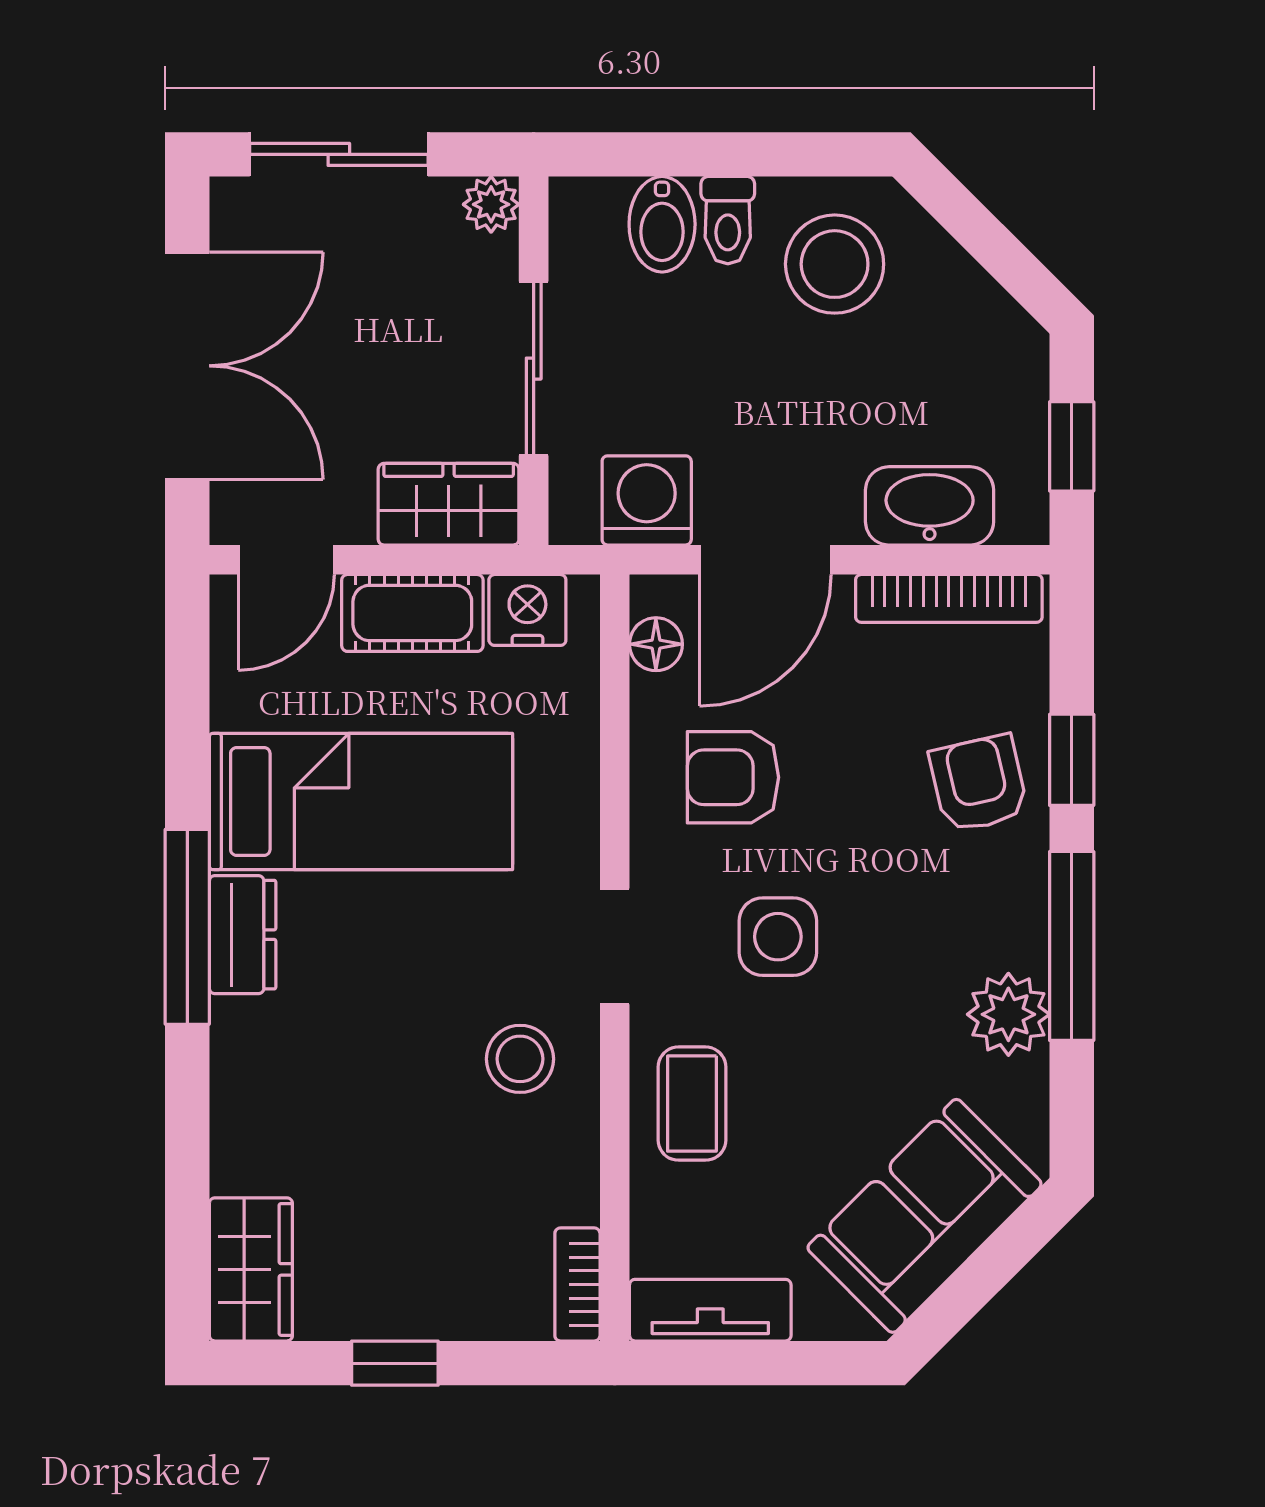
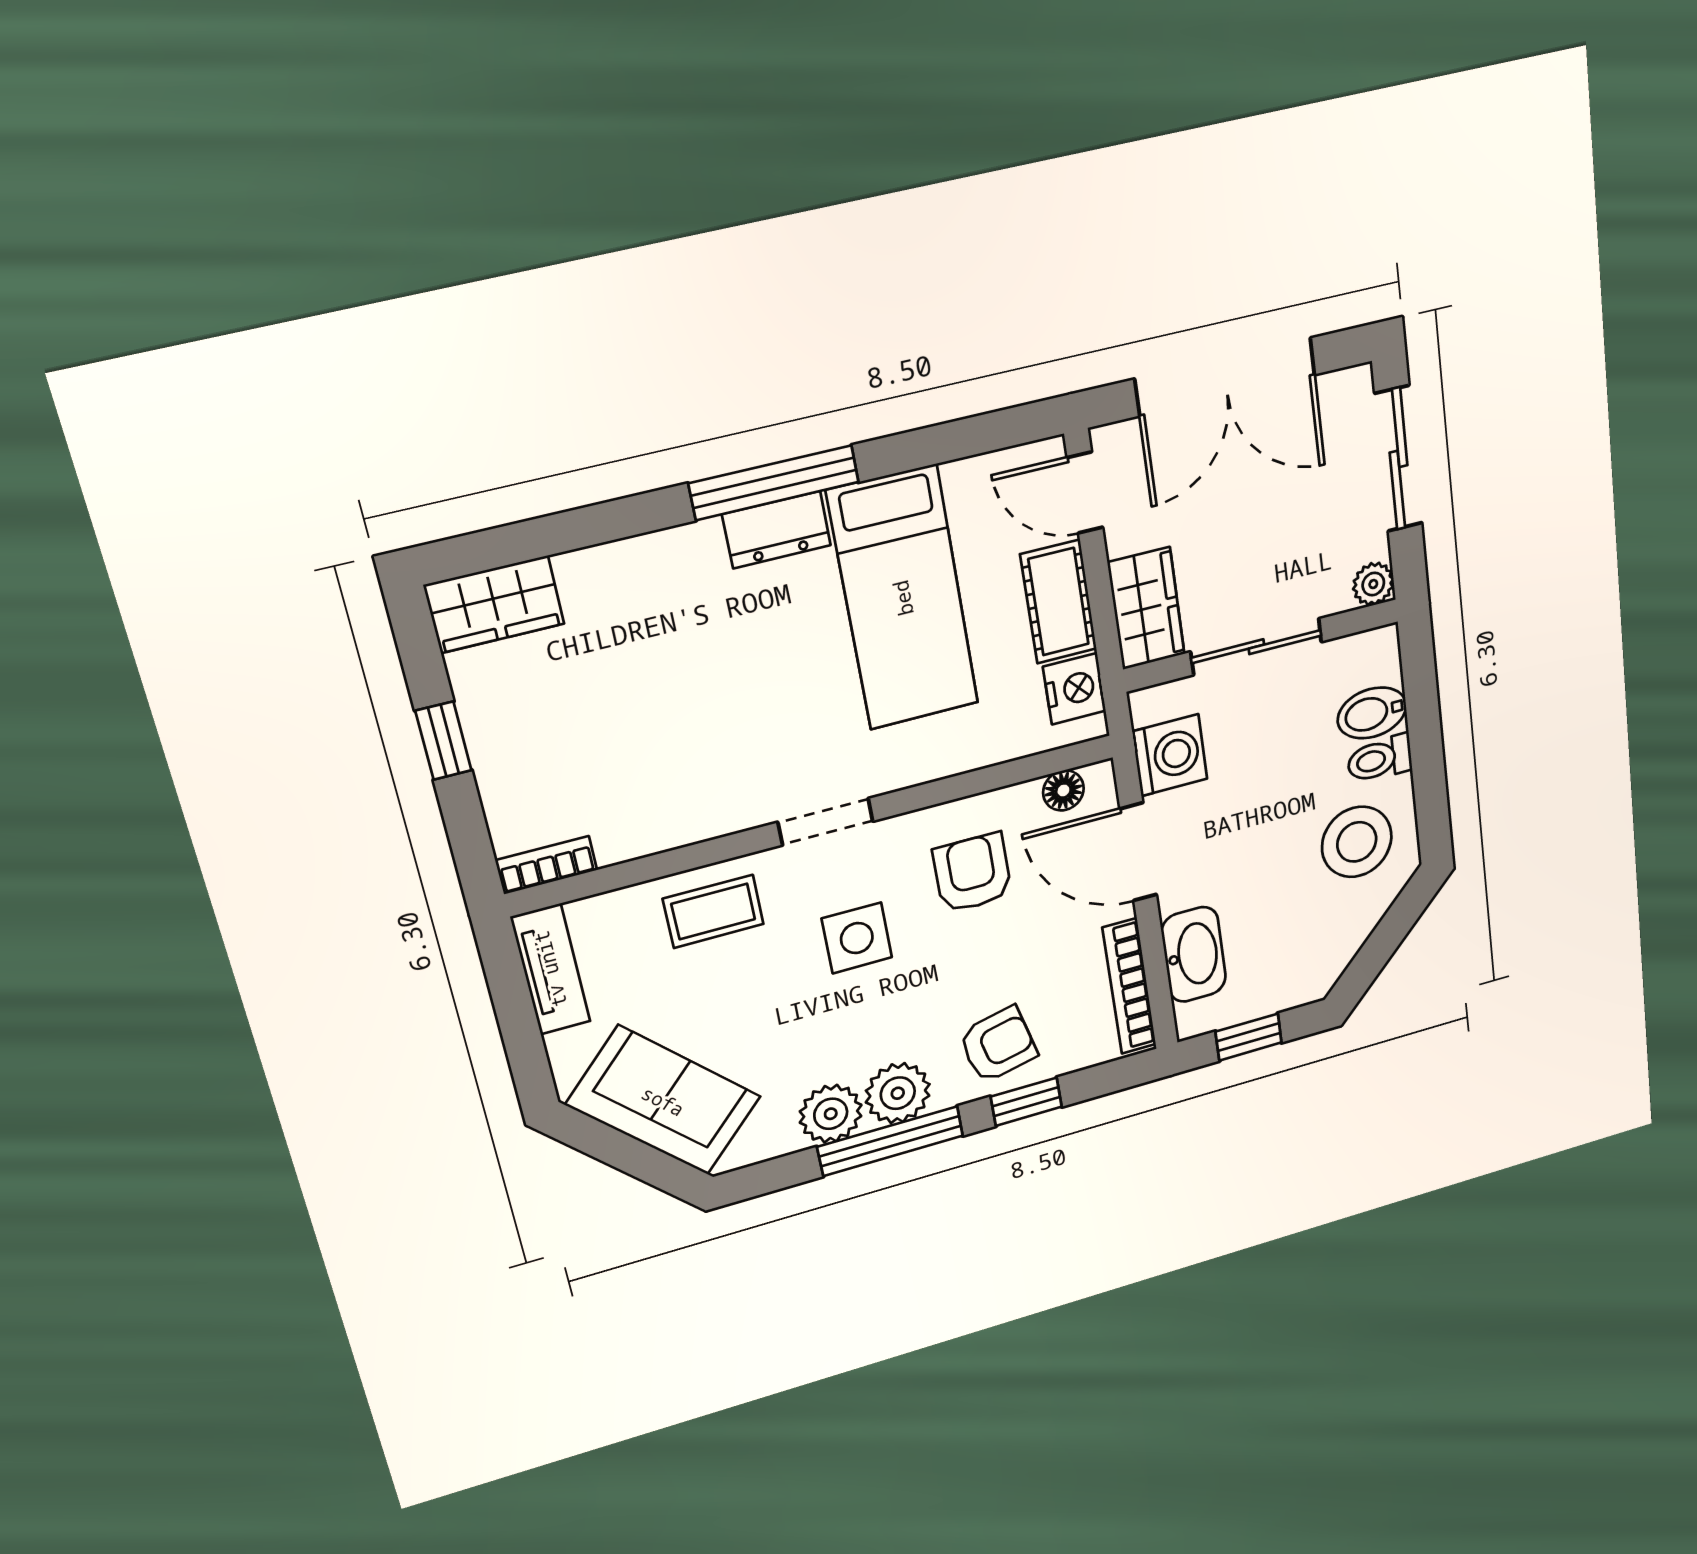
plant: (1007, 924) -> (898, 1093), added
stool: (520, 1059) -> (721, 774), removed

